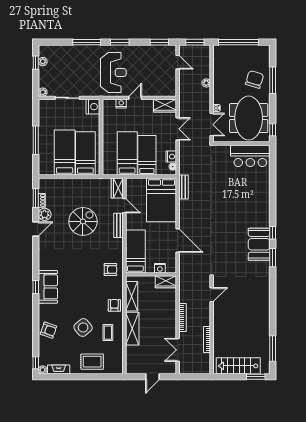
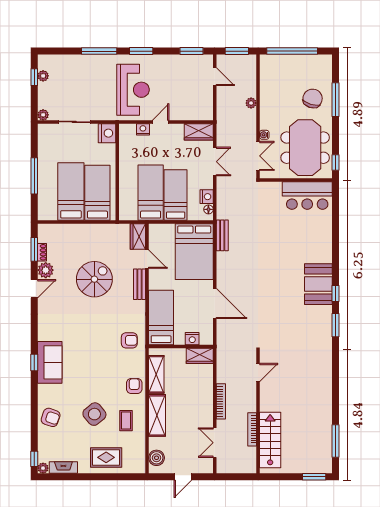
booth: (259, 244) -> (318, 284), moved
boiler: (132, 362) -> (157, 458), added
stairs: (238, 366) -> (270, 440), moved, turned 90

